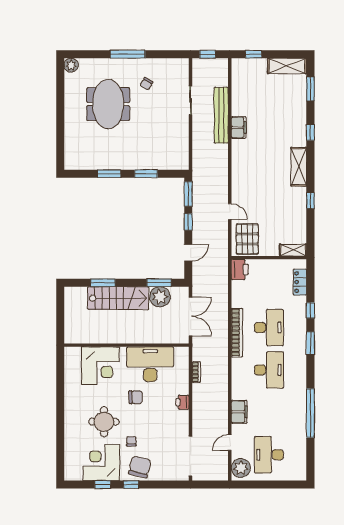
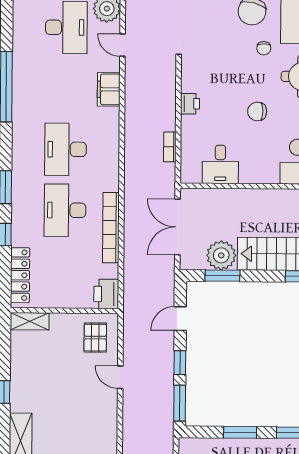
pallet: (247, 239) -> (95, 338), width x0.67, depth x0.71
locker: (300, 282) -> (20, 275), width x1.53
bookcase: (237, 333) -> (111, 228), moved
desk: (150, 364) -> (220, 164), width x0.53, depth x0.77
door: (230, 443) -> (122, 45), swing flipped

